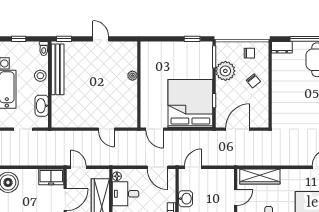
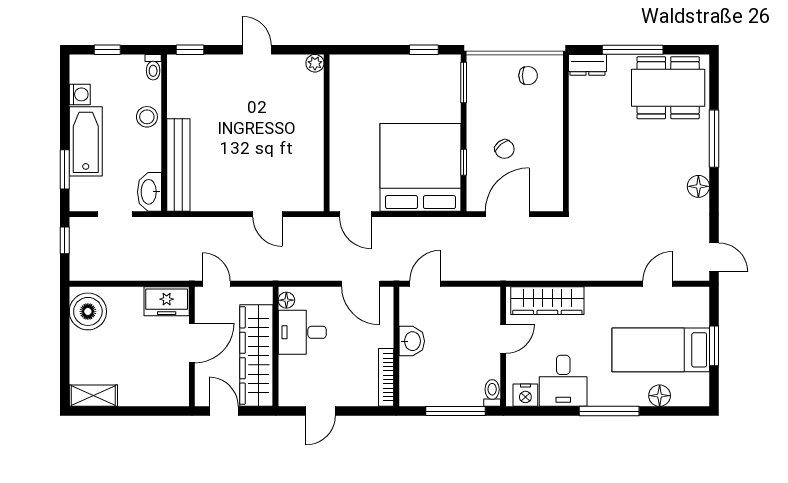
bench: (58, 69) -> (178, 165), moved
plant: (225, 71) -> (484, 108), removed
plant: (132, 76) -> (315, 63), moved
chair: (253, 81) -> (505, 149), moved
washbasin: (42, 106) -> (149, 192), moved

